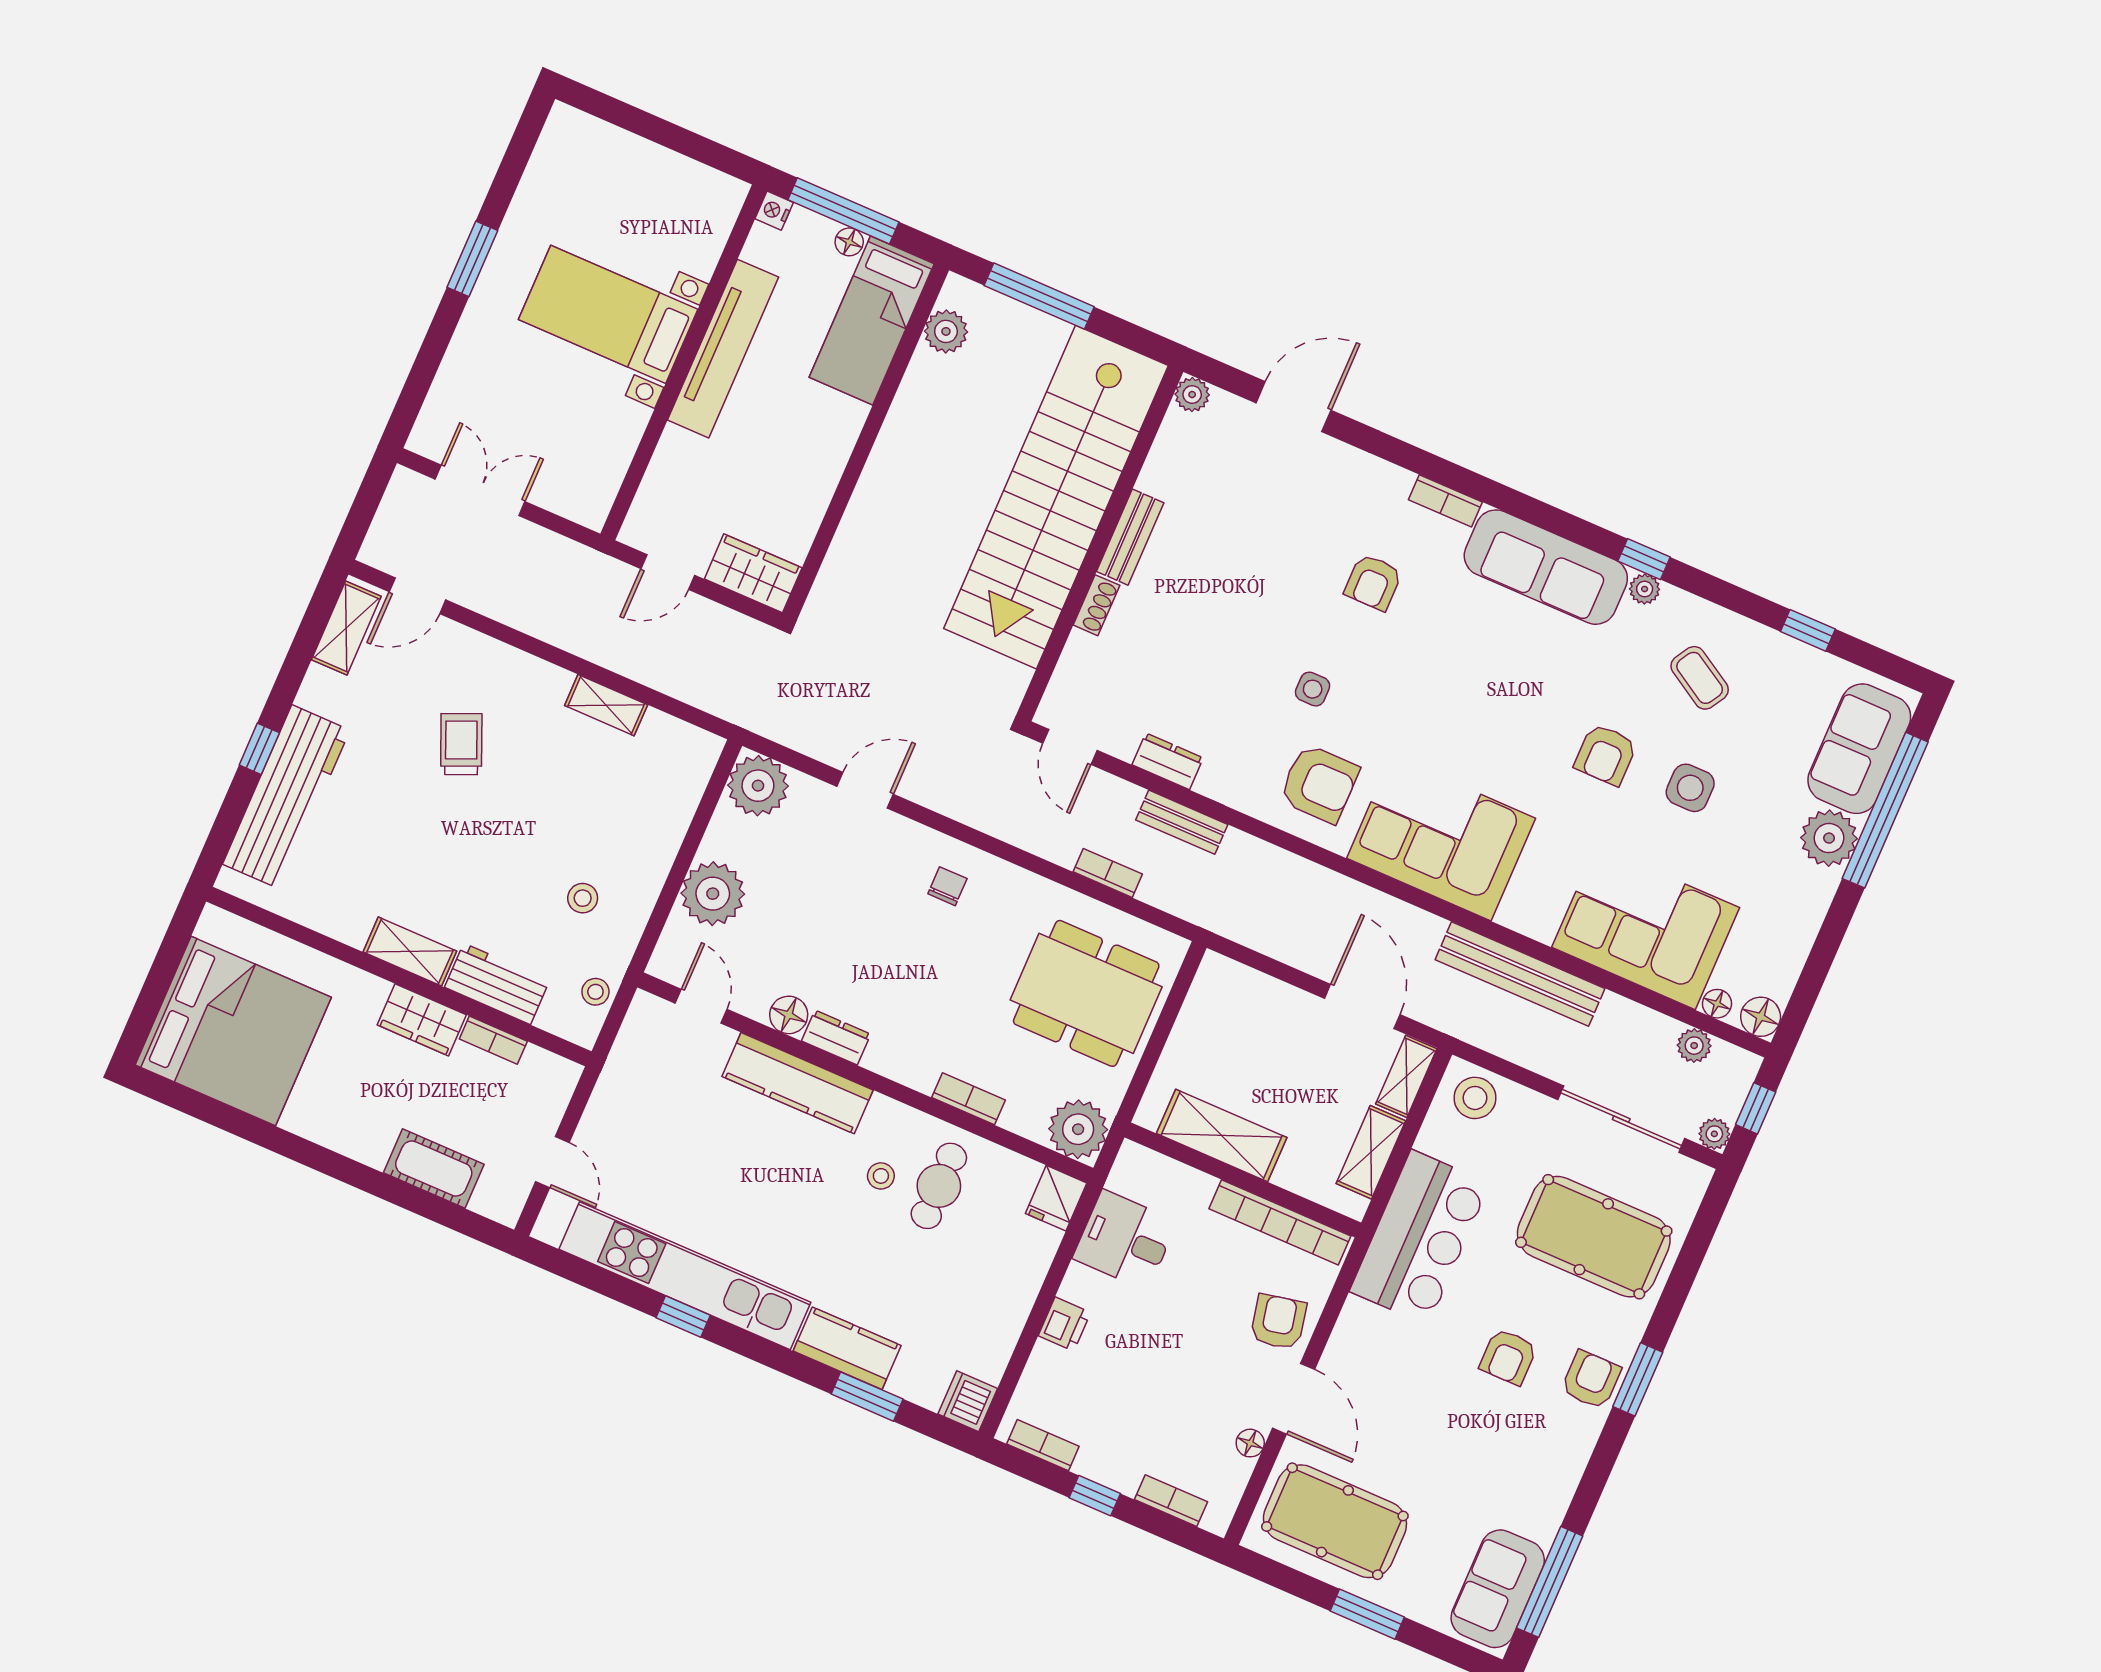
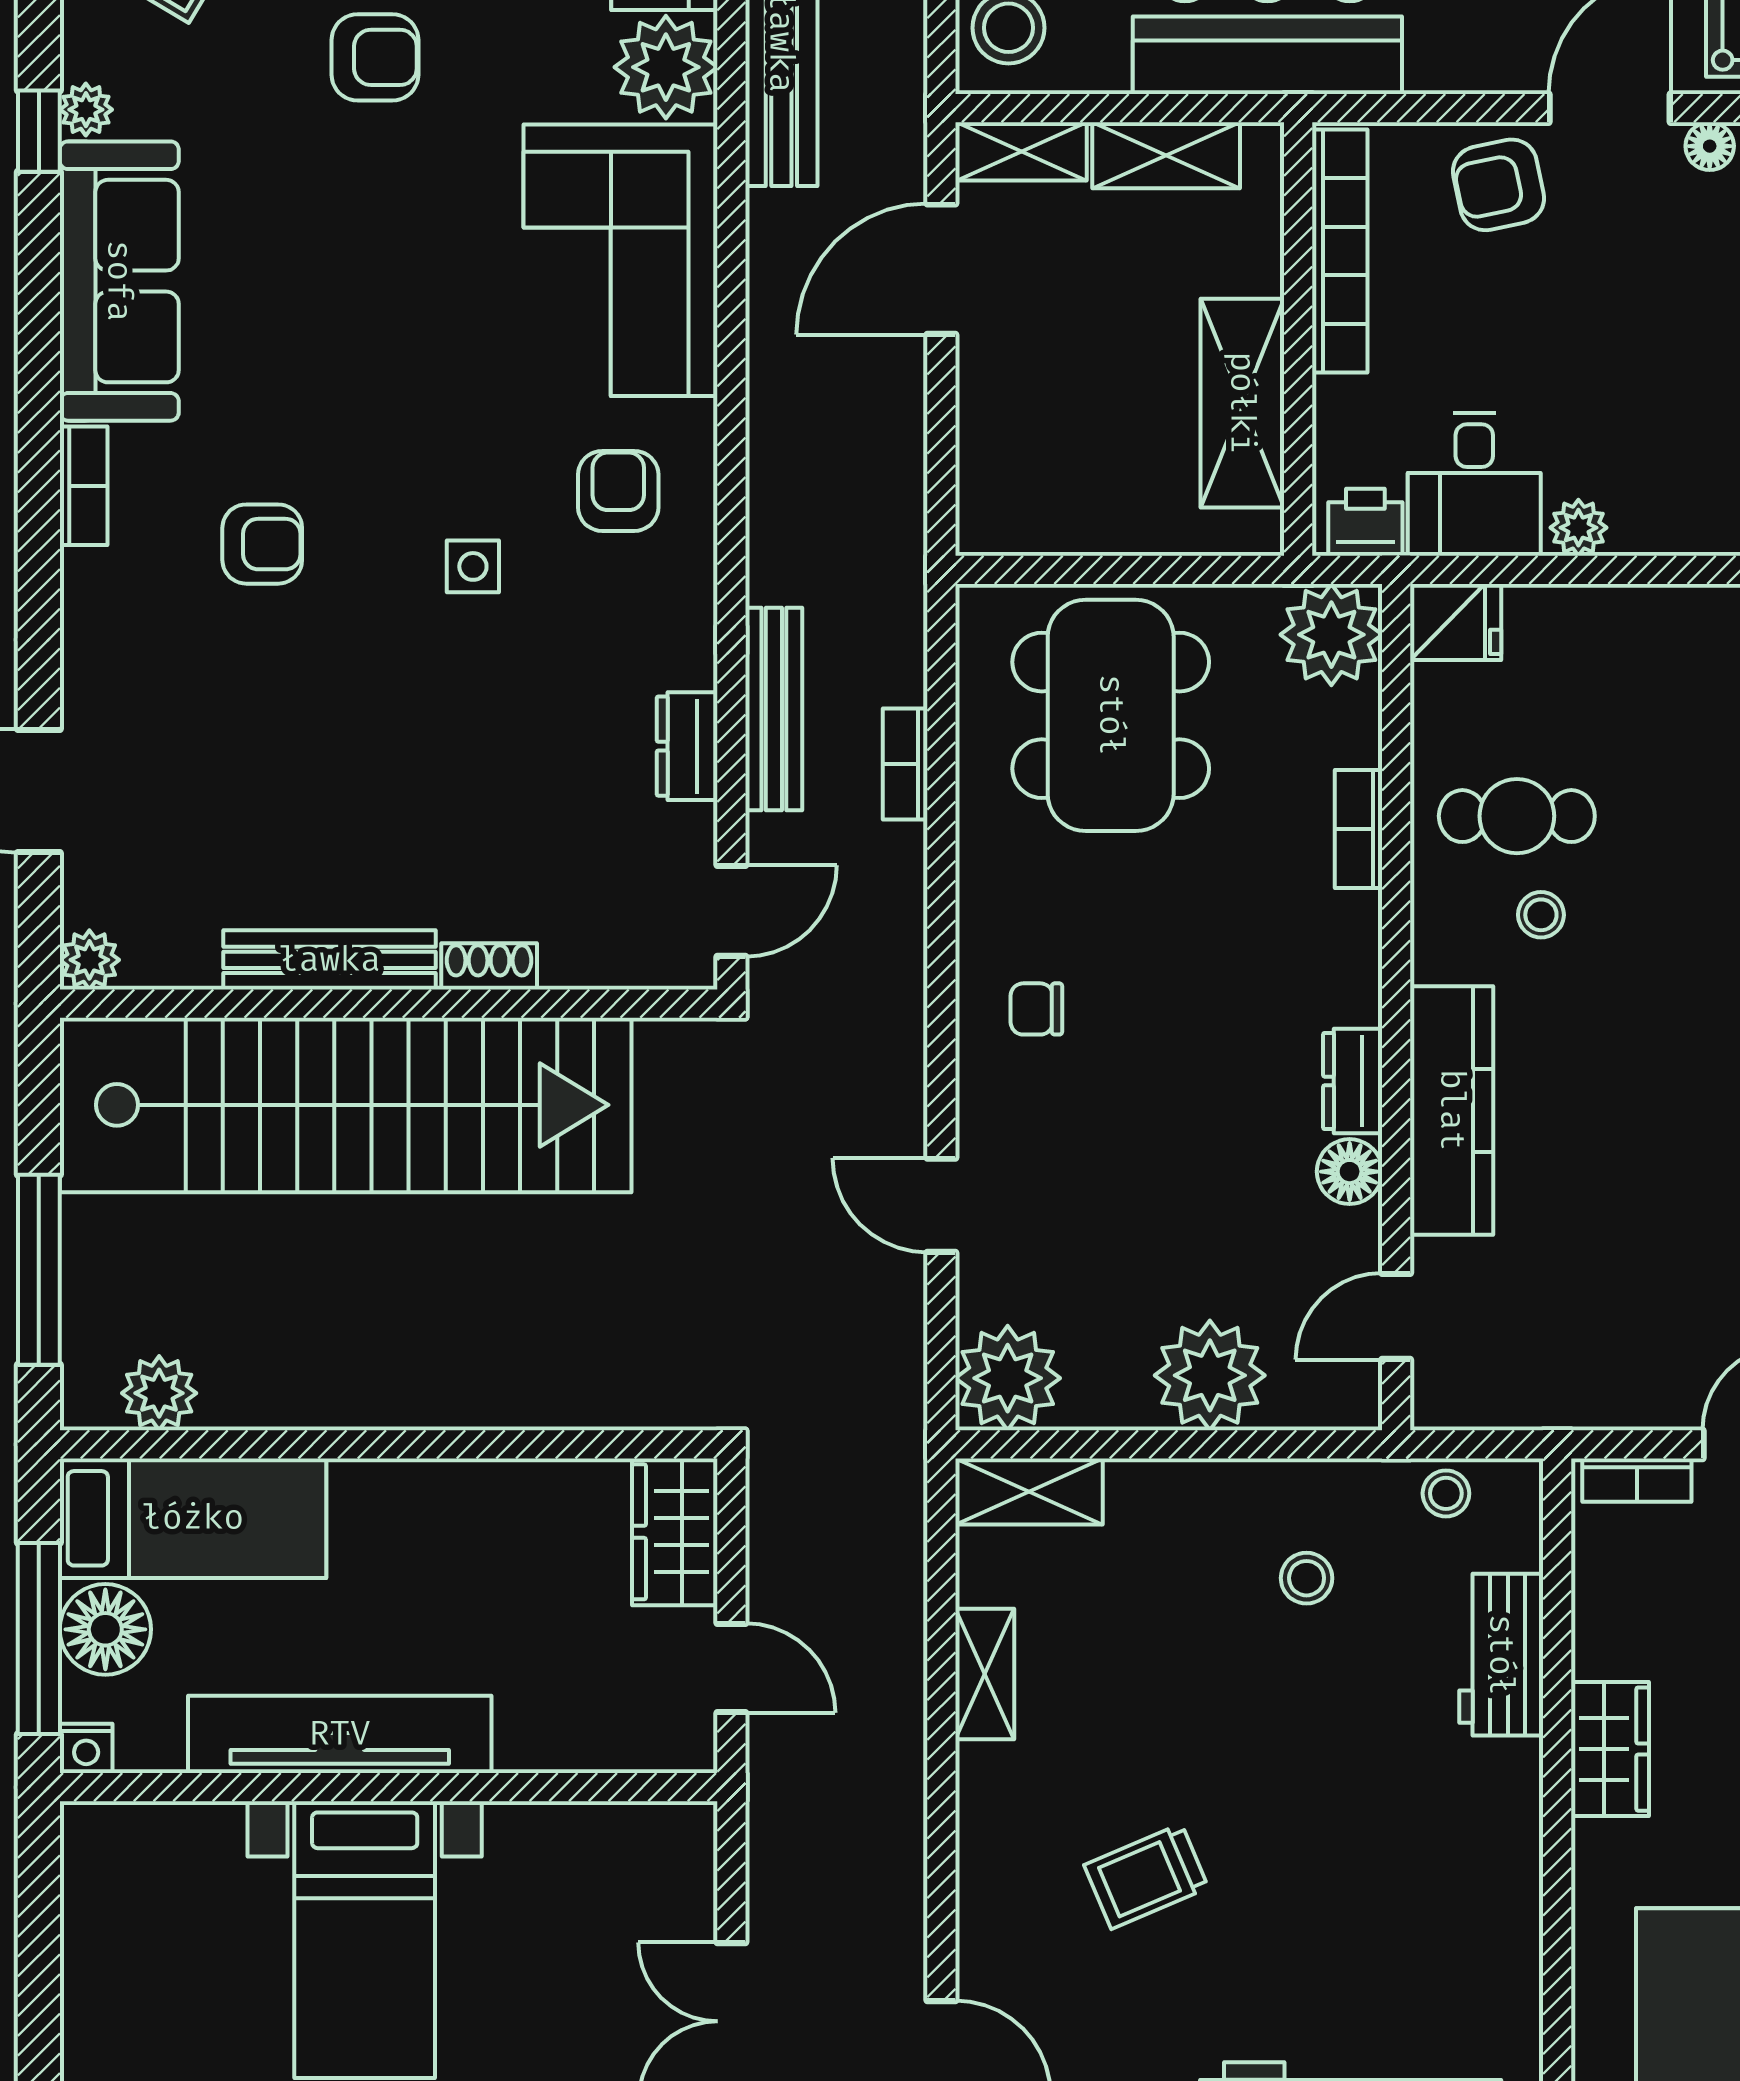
floor lamp: (849, 242) -> (105, 1629), width x1.89, depth x1.89
bench: (1130, 537) -> (330, 960), width x1.36
armchair: (1319, 784) -> (618, 491), width x0.72, depth x0.72
bench: (1182, 822) -> (774, 709), width x1.36
plant: (1533, 907) -> (666, 67), added
shelving: (410, 951) -> (1029, 1492), moved, turned 90
bookcase: (493, 1040) -> (1637, 1480), moved, turned 90
plant: (1078, 1285) -> (1578, 528), added
printer: (1064, 1324) -> (1365, 522), moved

